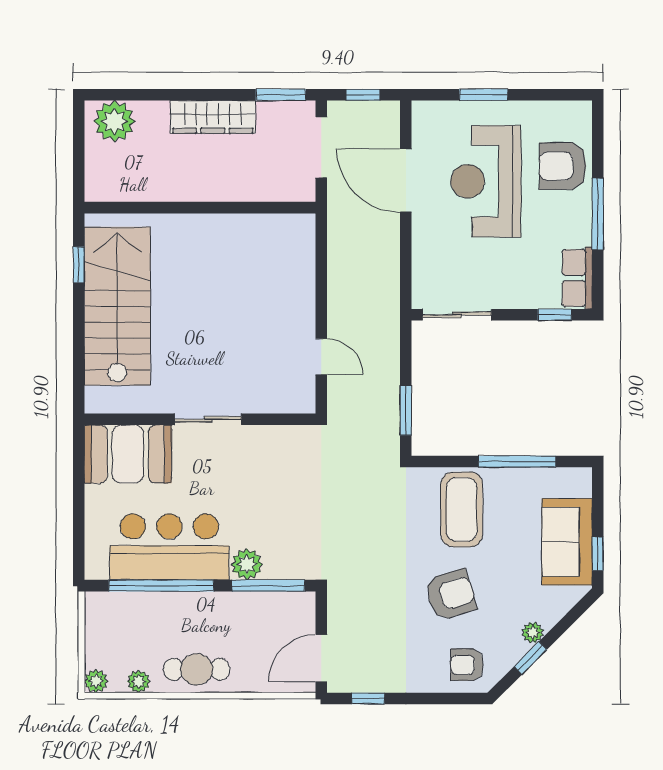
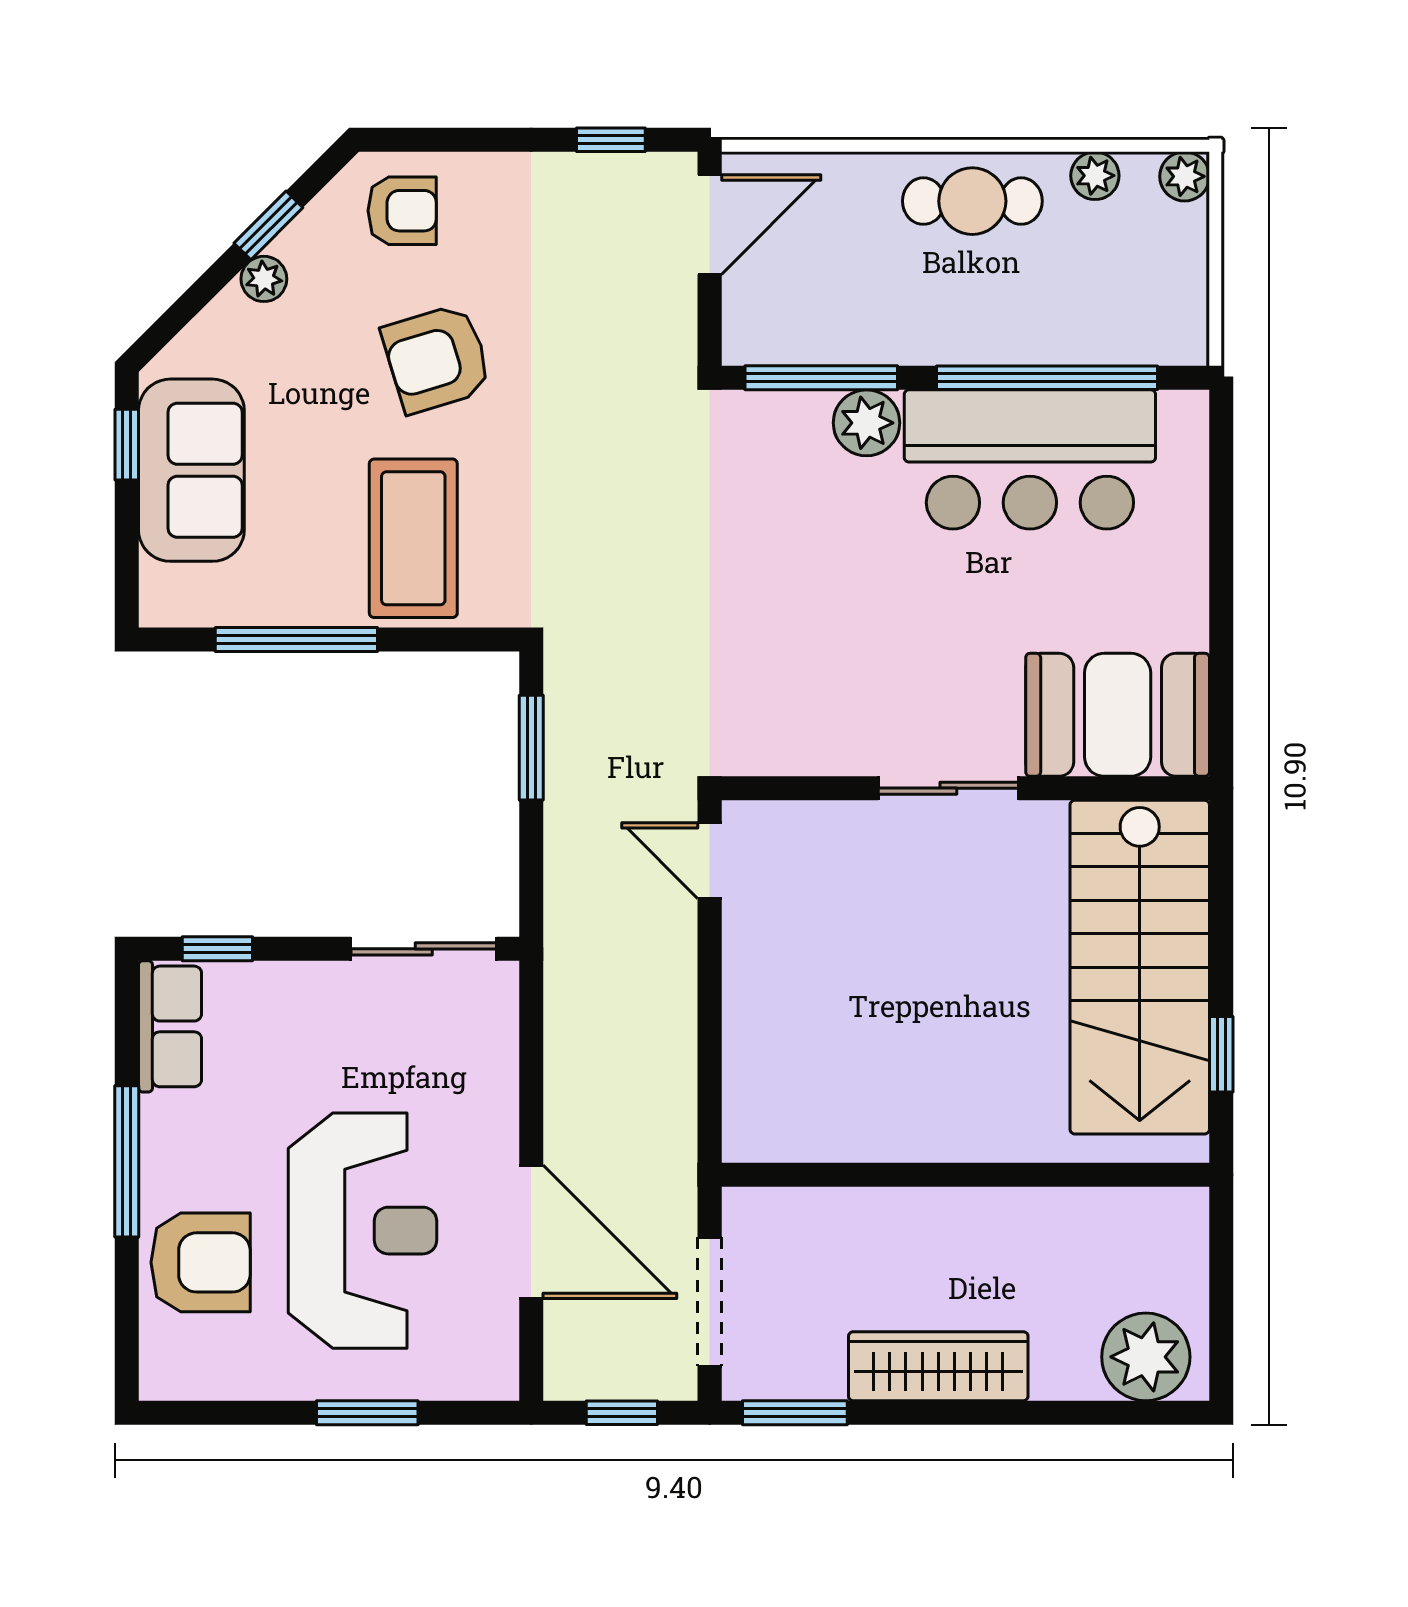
wall: (200, 419) -> (965, 788), moved
sliding door: (208, 419) -> (948, 788), moved
booth: (128, 454) -> (1118, 715), moved

